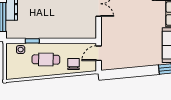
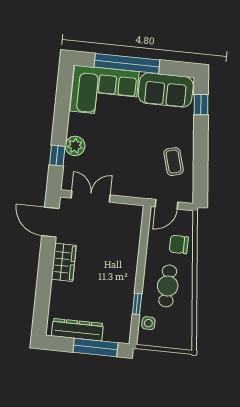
door: (99, 53) -> (166, 204), hinge flipped
coffee table: (127, 55) -> (174, 162), added

